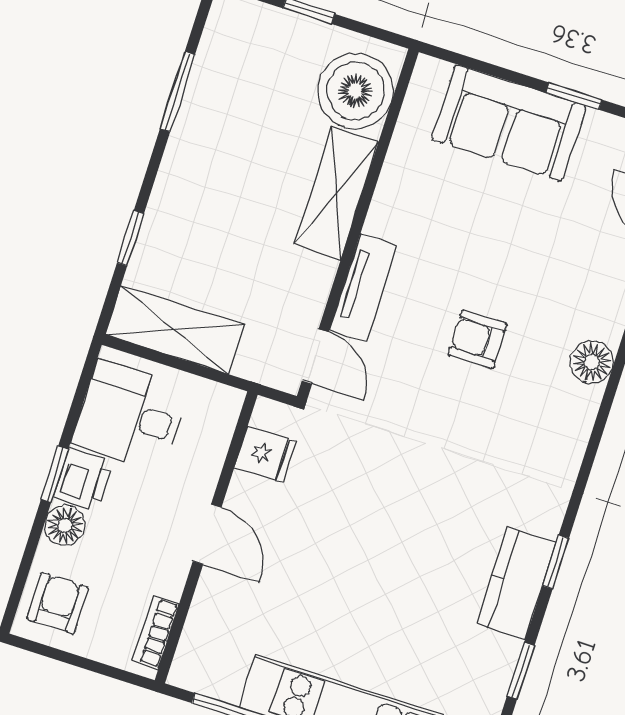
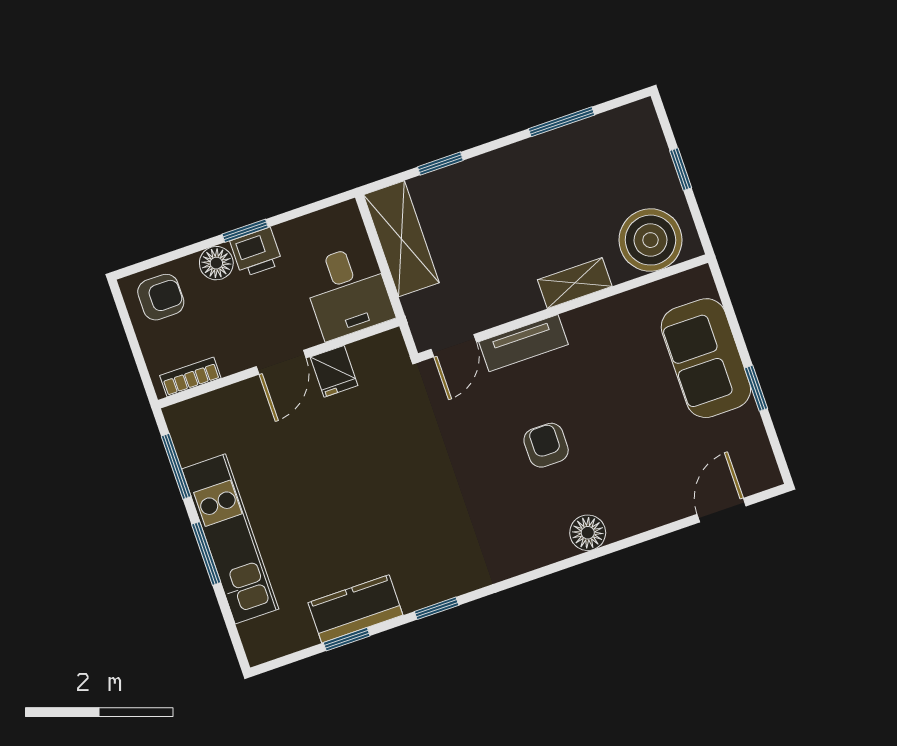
shelving: (336, 193) -> (575, 283), width x0.67, depth x0.75
desk: (130, 416) -> (348, 292), moved, turned 180
fridge: (265, 454) -> (334, 371), moved
kitchen counter: (516, 583) -> (355, 609), moved

